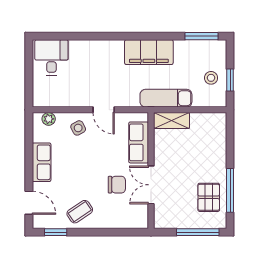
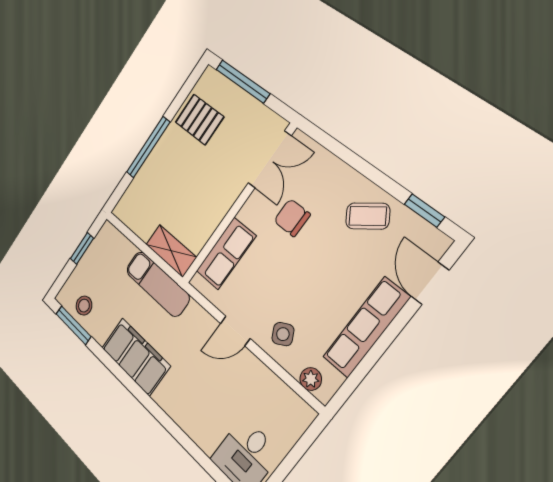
stool: (211, 78) -> (84, 306), moved
door: (104, 110) -> (235, 331), swing flipped
row of seats: (42, 162) -> (366, 327), width x1.48
double door: (151, 185) -> (270, 159), moved
window: (230, 190) -> (148, 147), moved
pallet: (209, 197) -> (199, 120), turned 90

